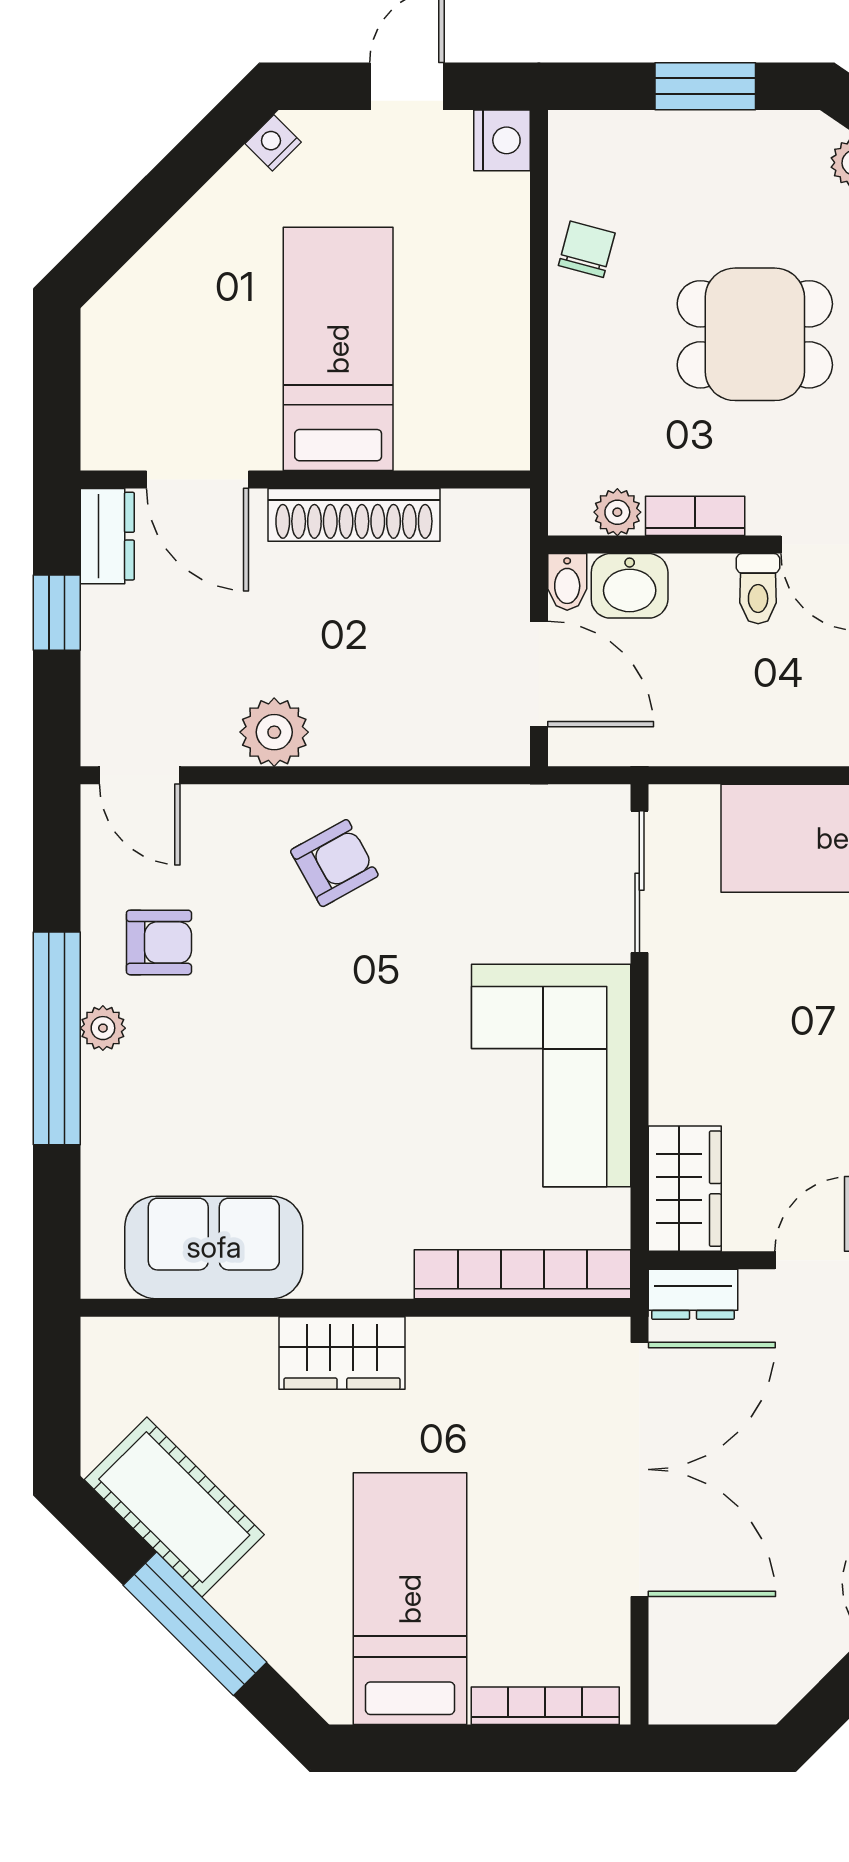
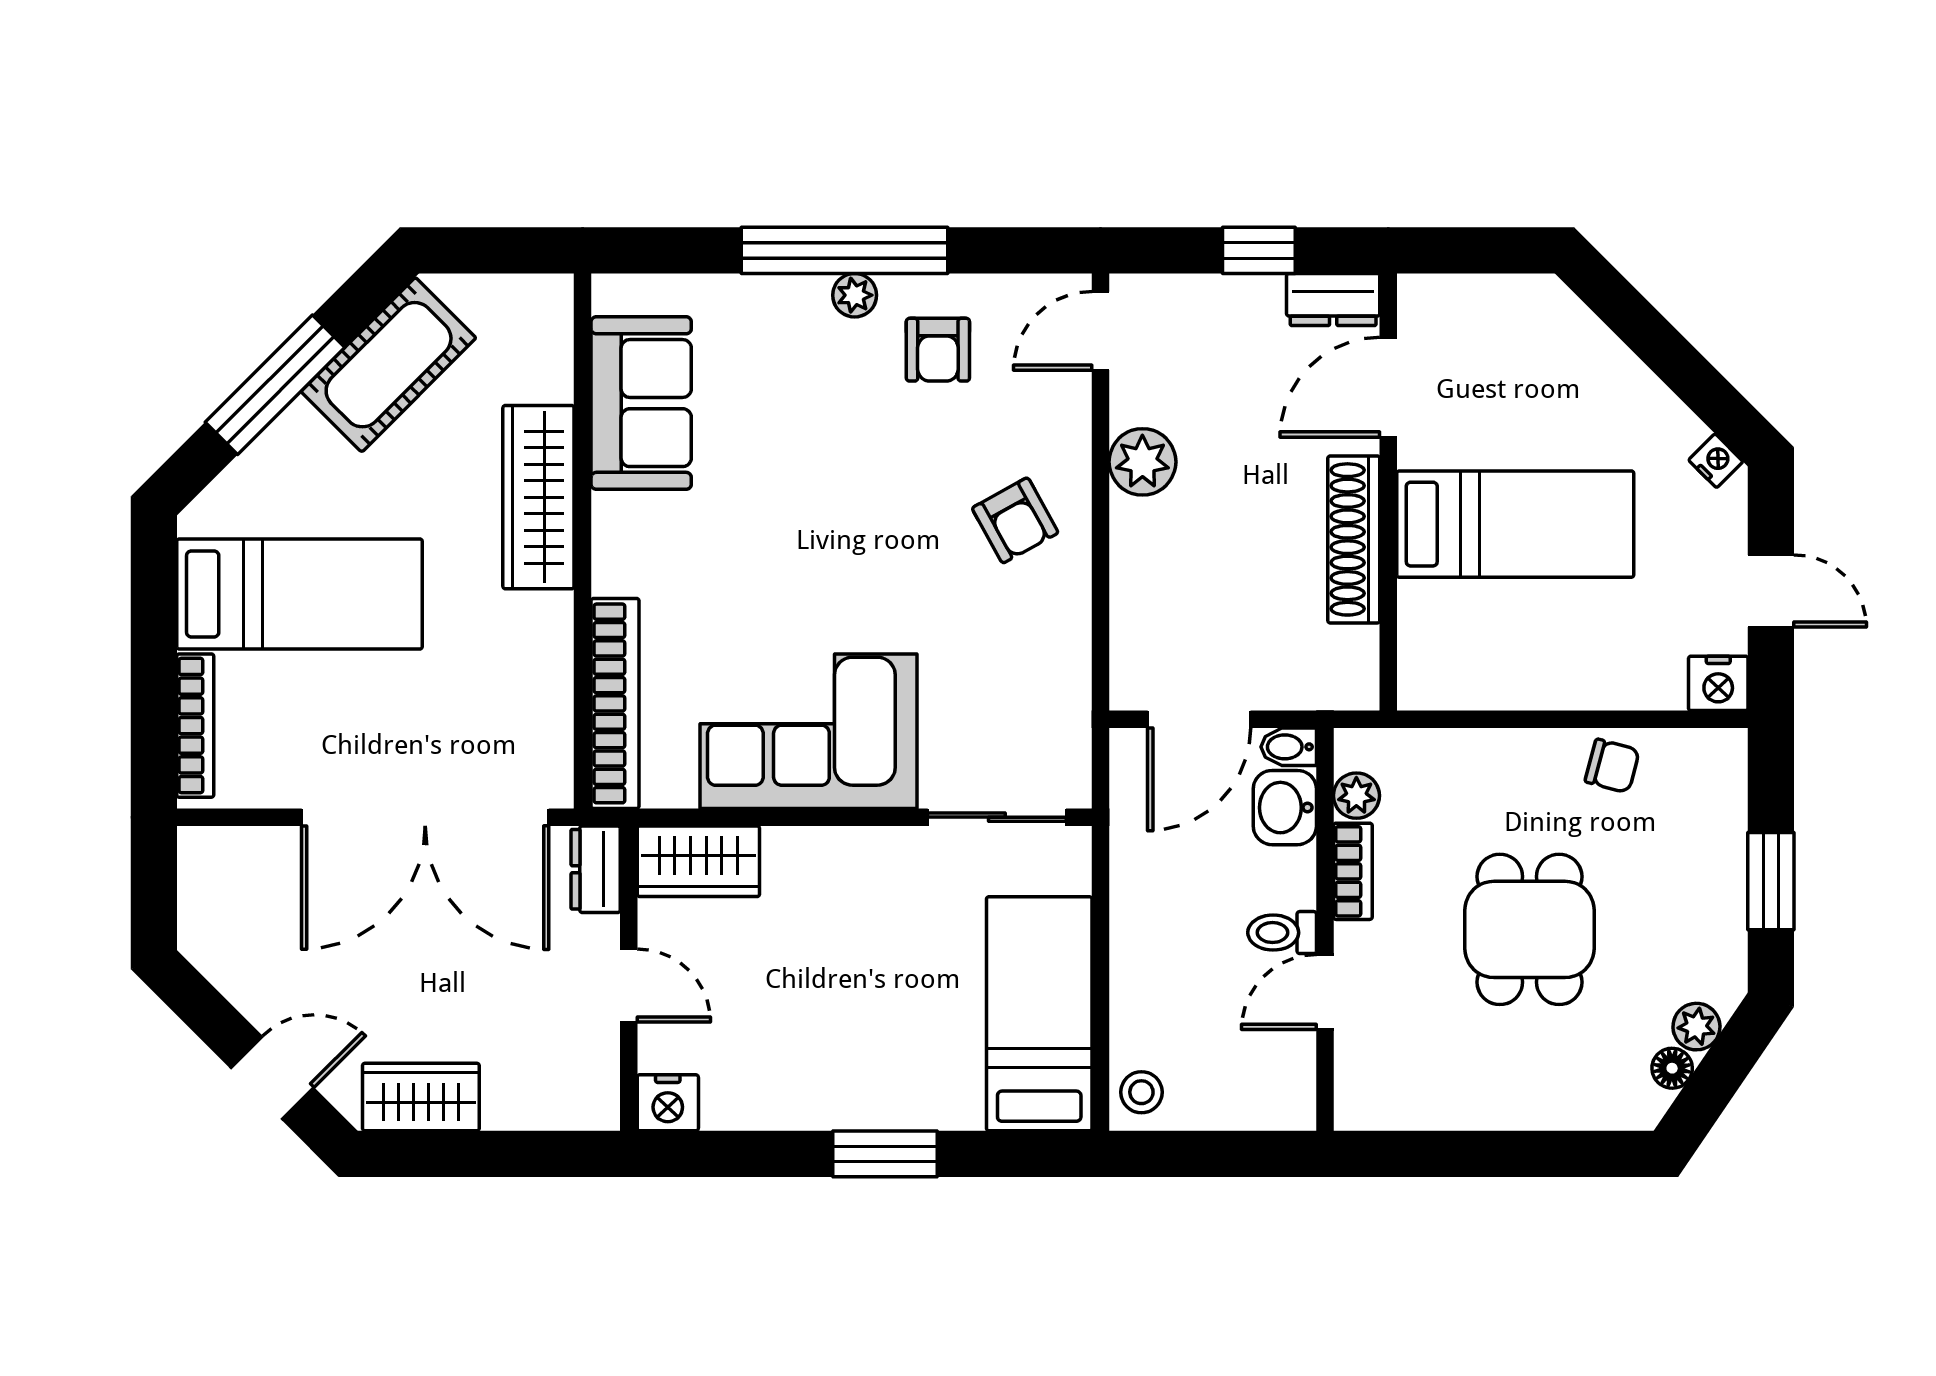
wardrobe: (342, 1353) -> (538, 497), width x1.50

